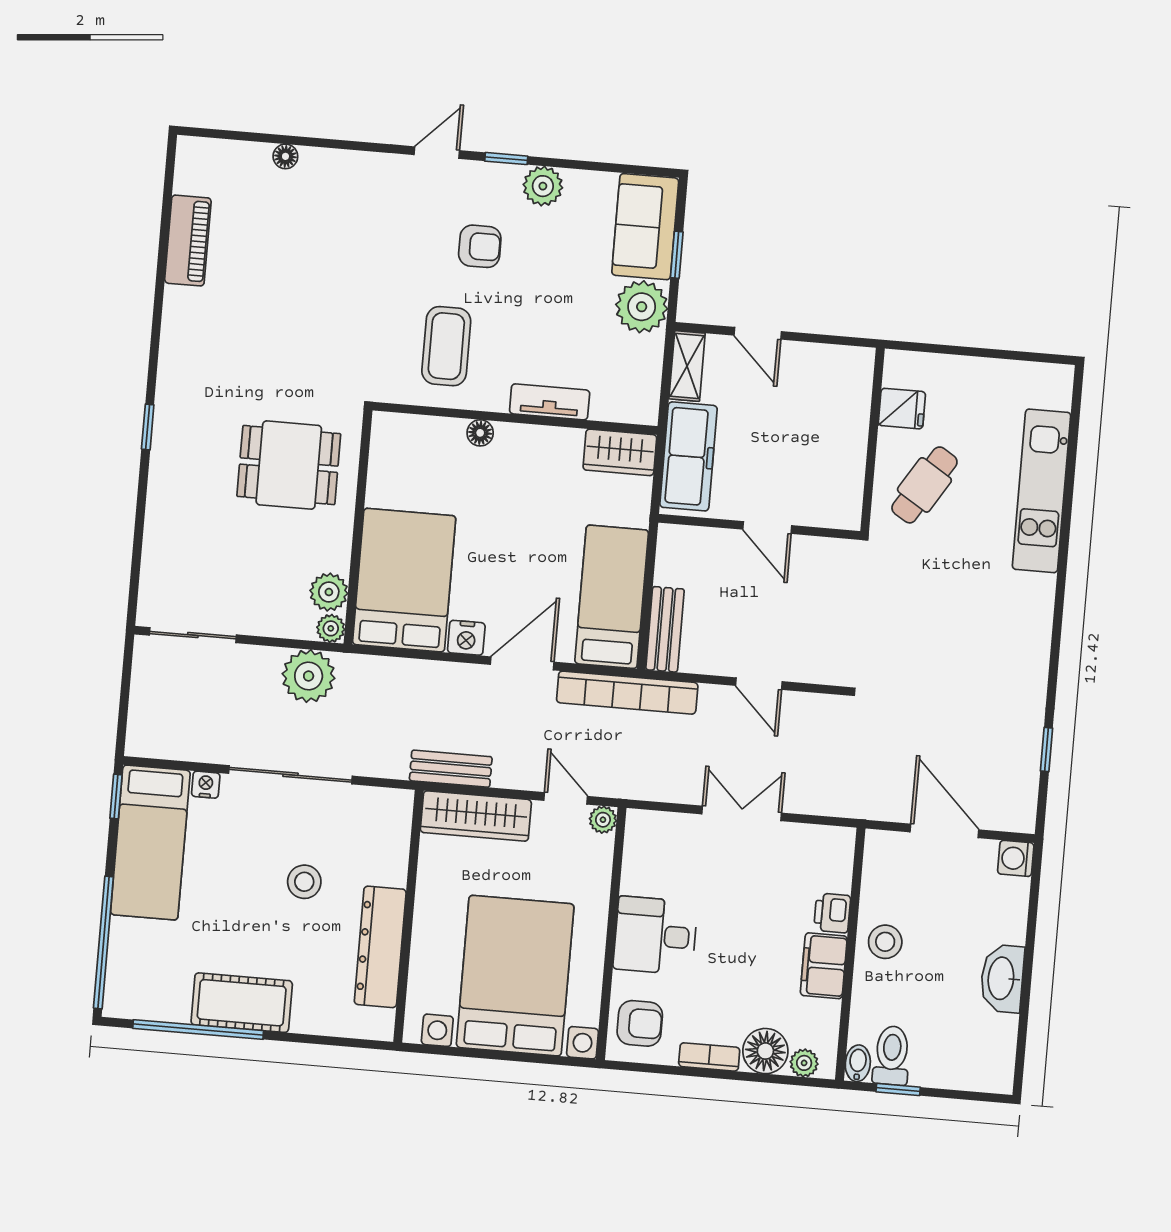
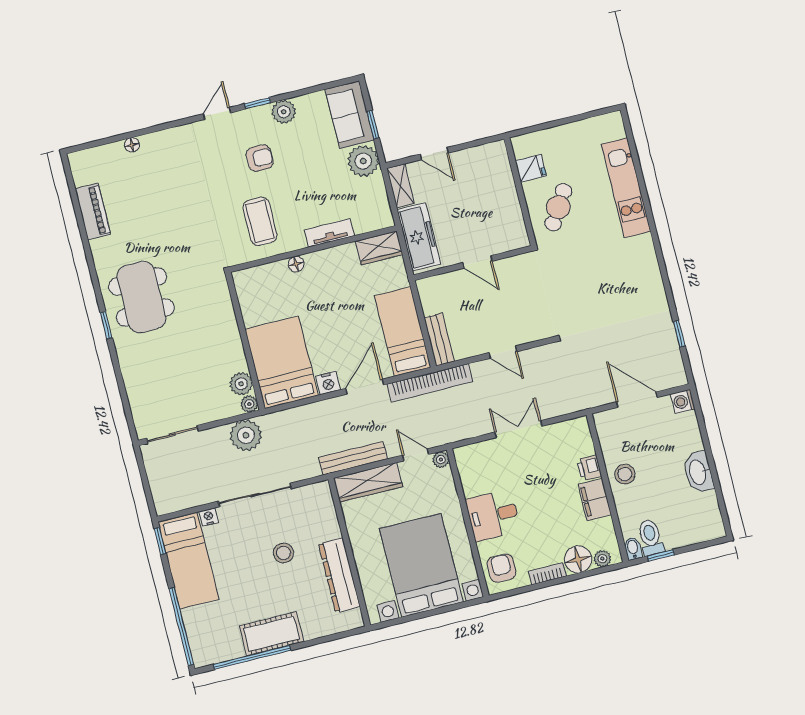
dining table: (289, 465) -> (141, 297), moved, width x1.38
bench: (451, 769) -> (353, 458), width x1.36
armchair: (640, 1023) -> (501, 568), turned -90

